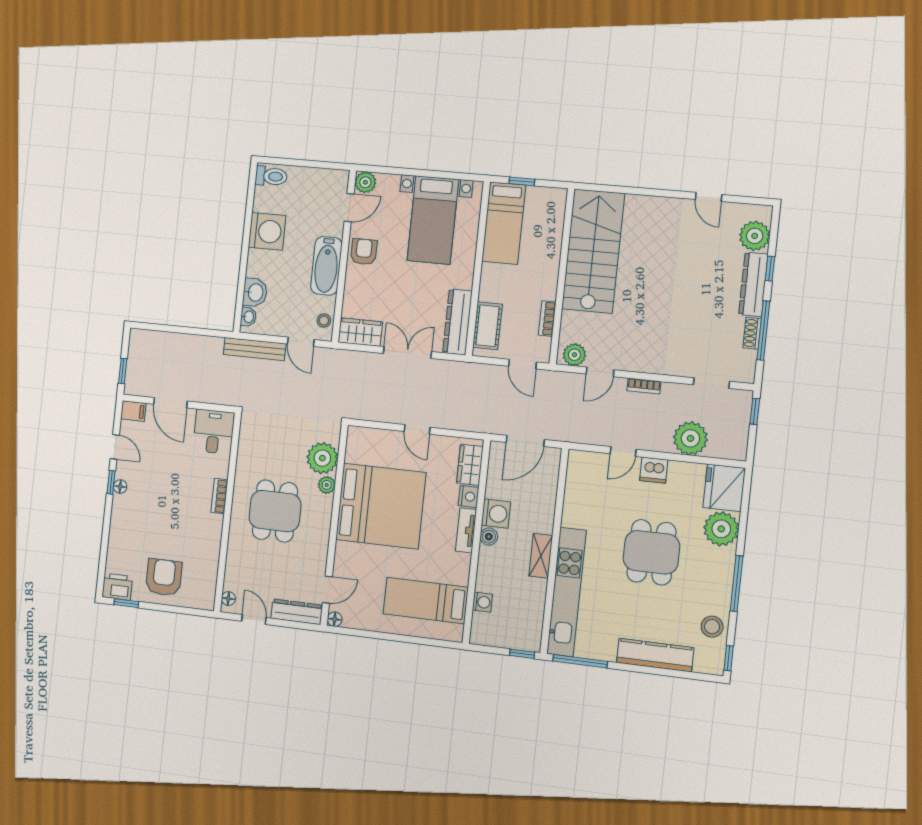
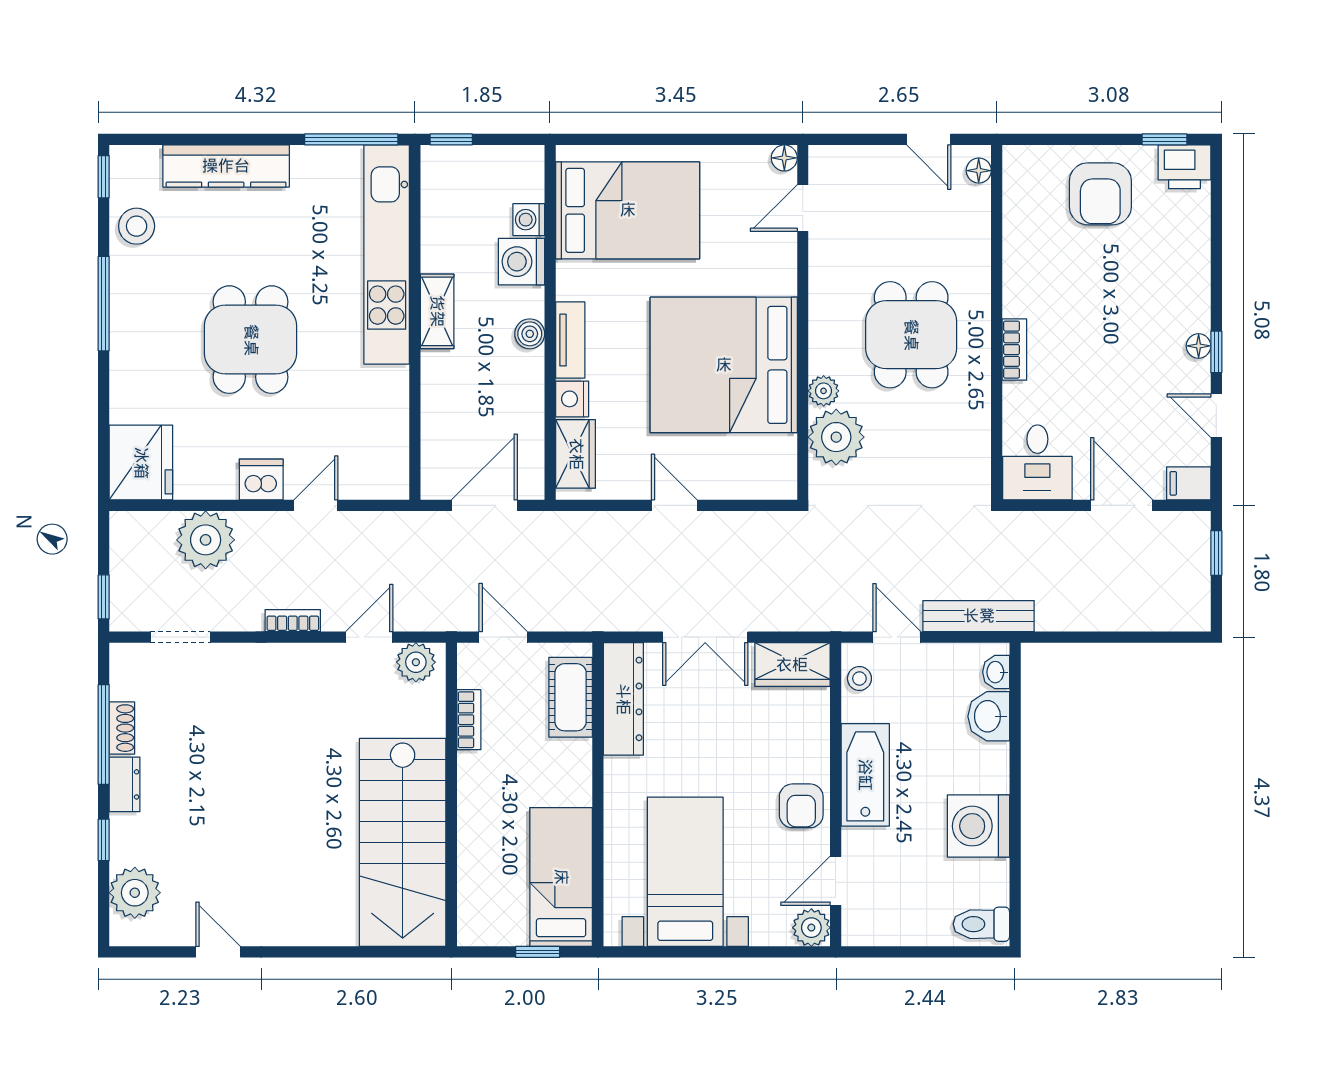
dresser: (753, 284) -> (125, 784), width x0.51, depth x0.80
washing machine: (496, 514) -> (522, 262), moved
plant: (721, 529) -> (139, 393), removed
bed: (426, 600) -> (628, 210), width x1.50
dresser: (297, 612) -> (853, 163), removed

